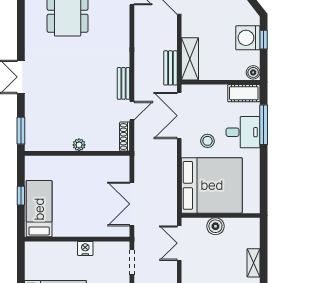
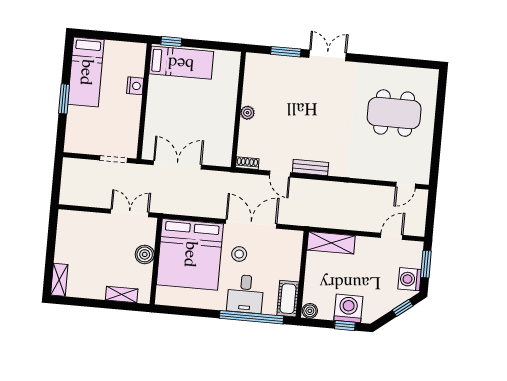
bench: (170, 68) -> (323, 220), removed
double door: (179, 116) -> (251, 224), moved
window: (264, 125) -> (251, 317), width x1.46
window: (21, 131) -> (286, 52), moved
shoe rack: (125, 136) -> (247, 163), width x0.70
window: (21, 196) -> (171, 41), moved
nightstand: (85, 248) -> (135, 86), moved
shelving: (254, 263) -> (122, 294), moved

